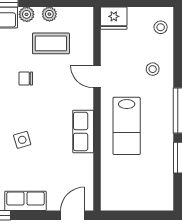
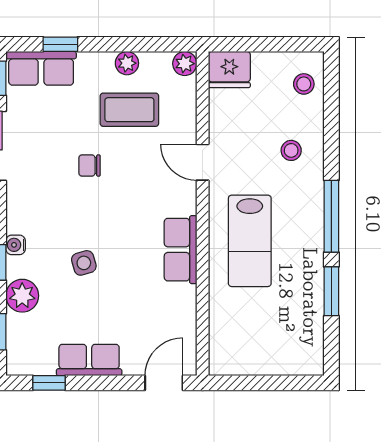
plant: (27, 14) -> (185, 64), moved

